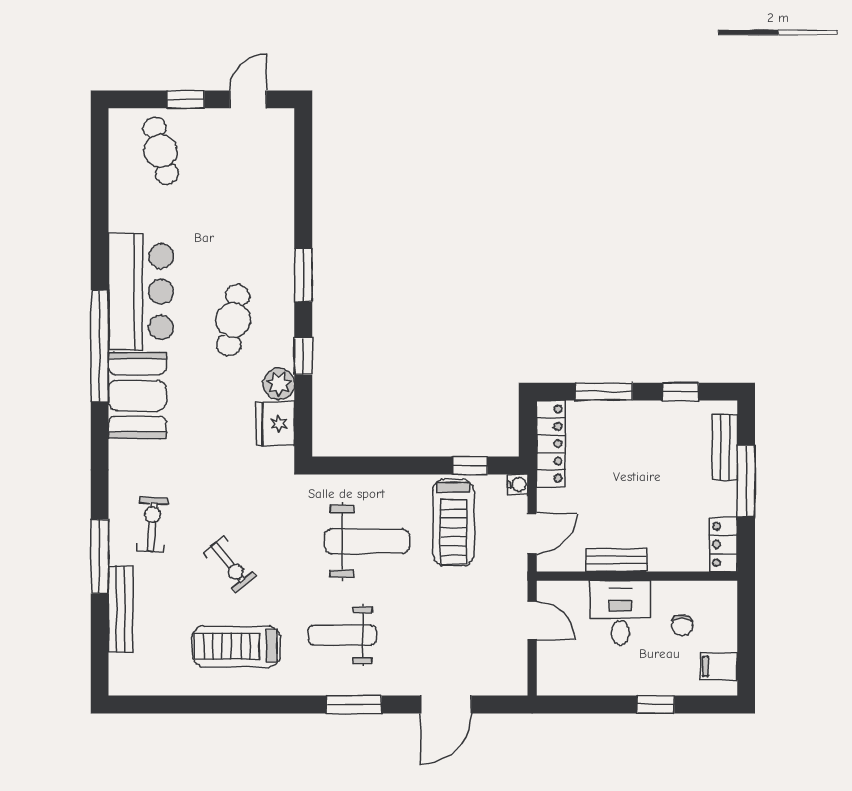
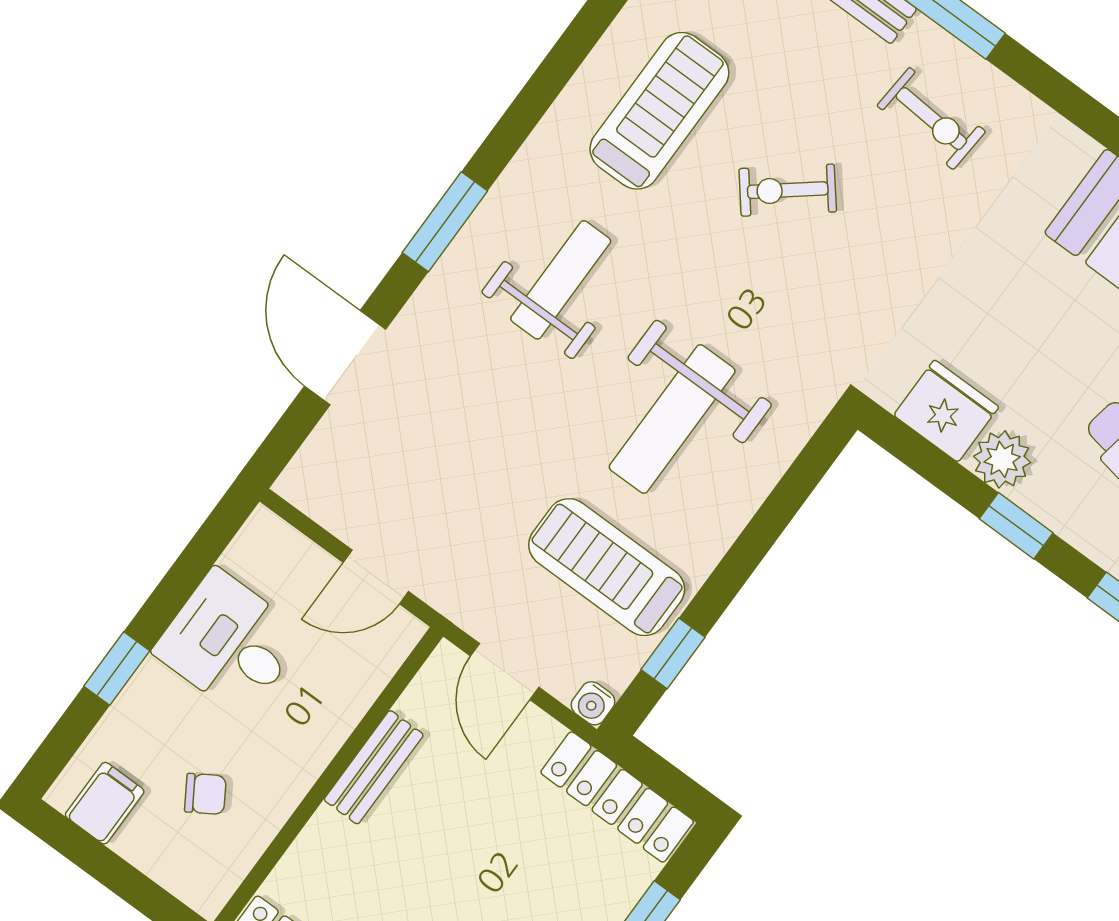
desk: (620, 613) -> (229, 643), moved, turned 180
chair: (682, 625) -> (205, 794), turned 148

